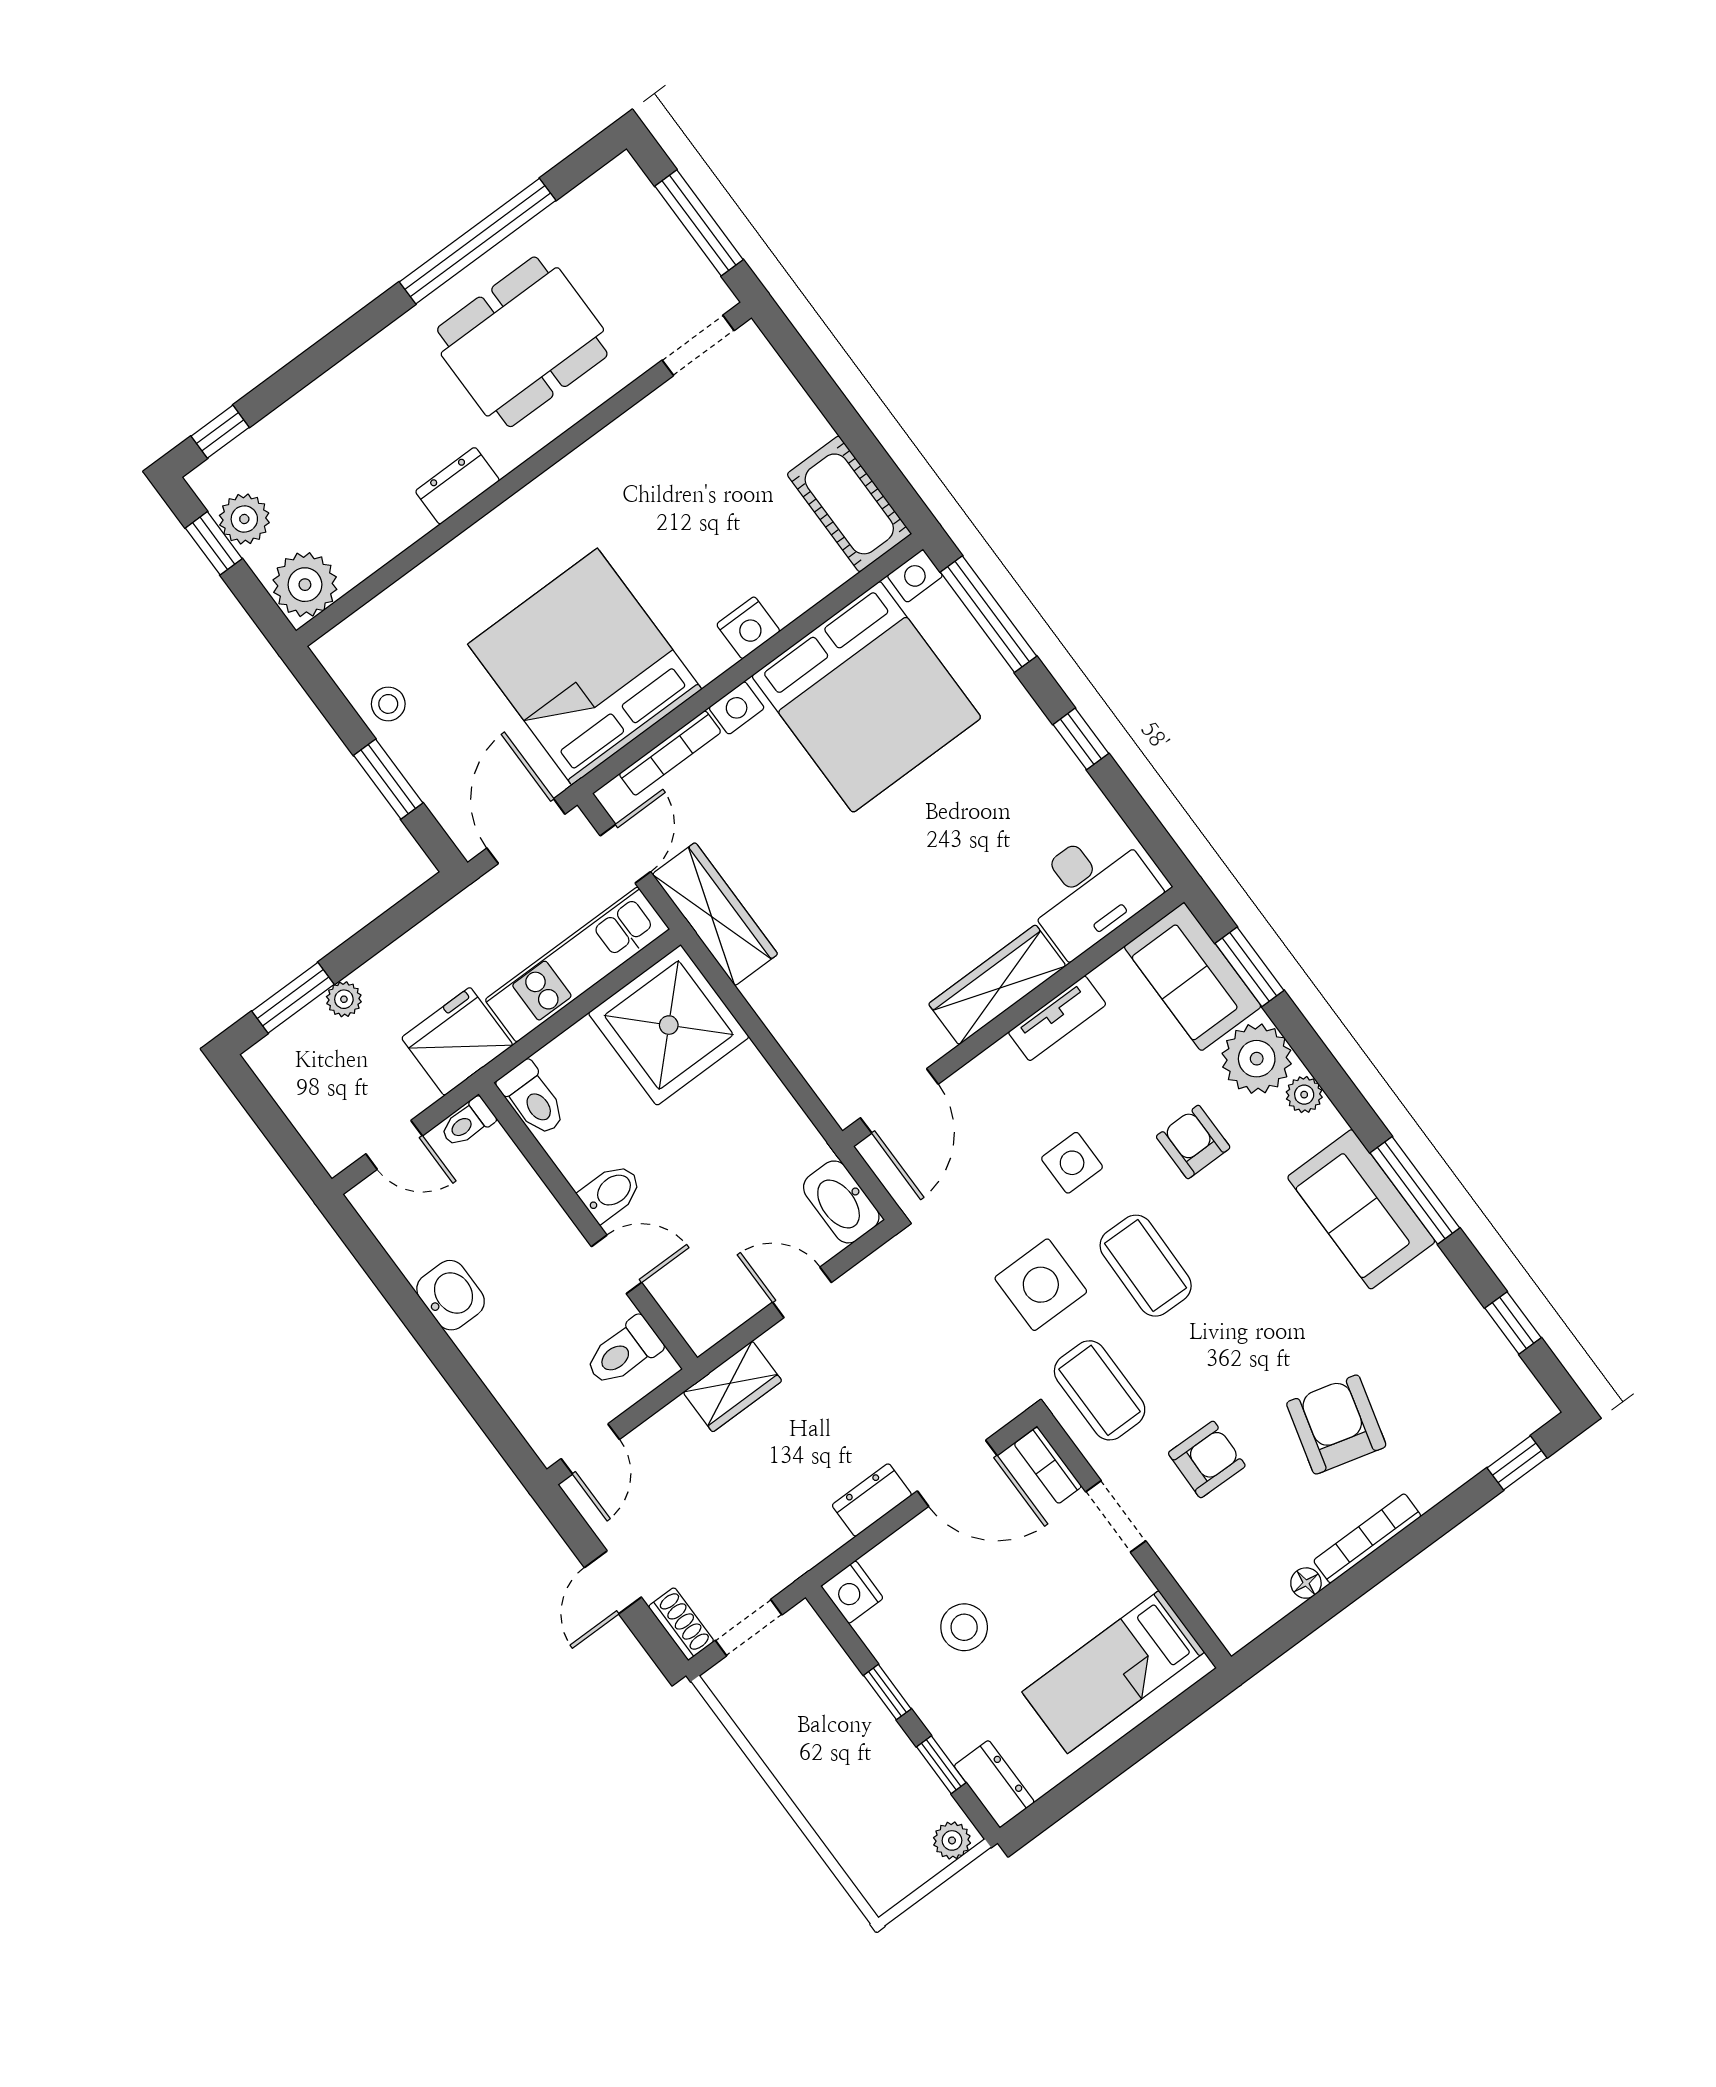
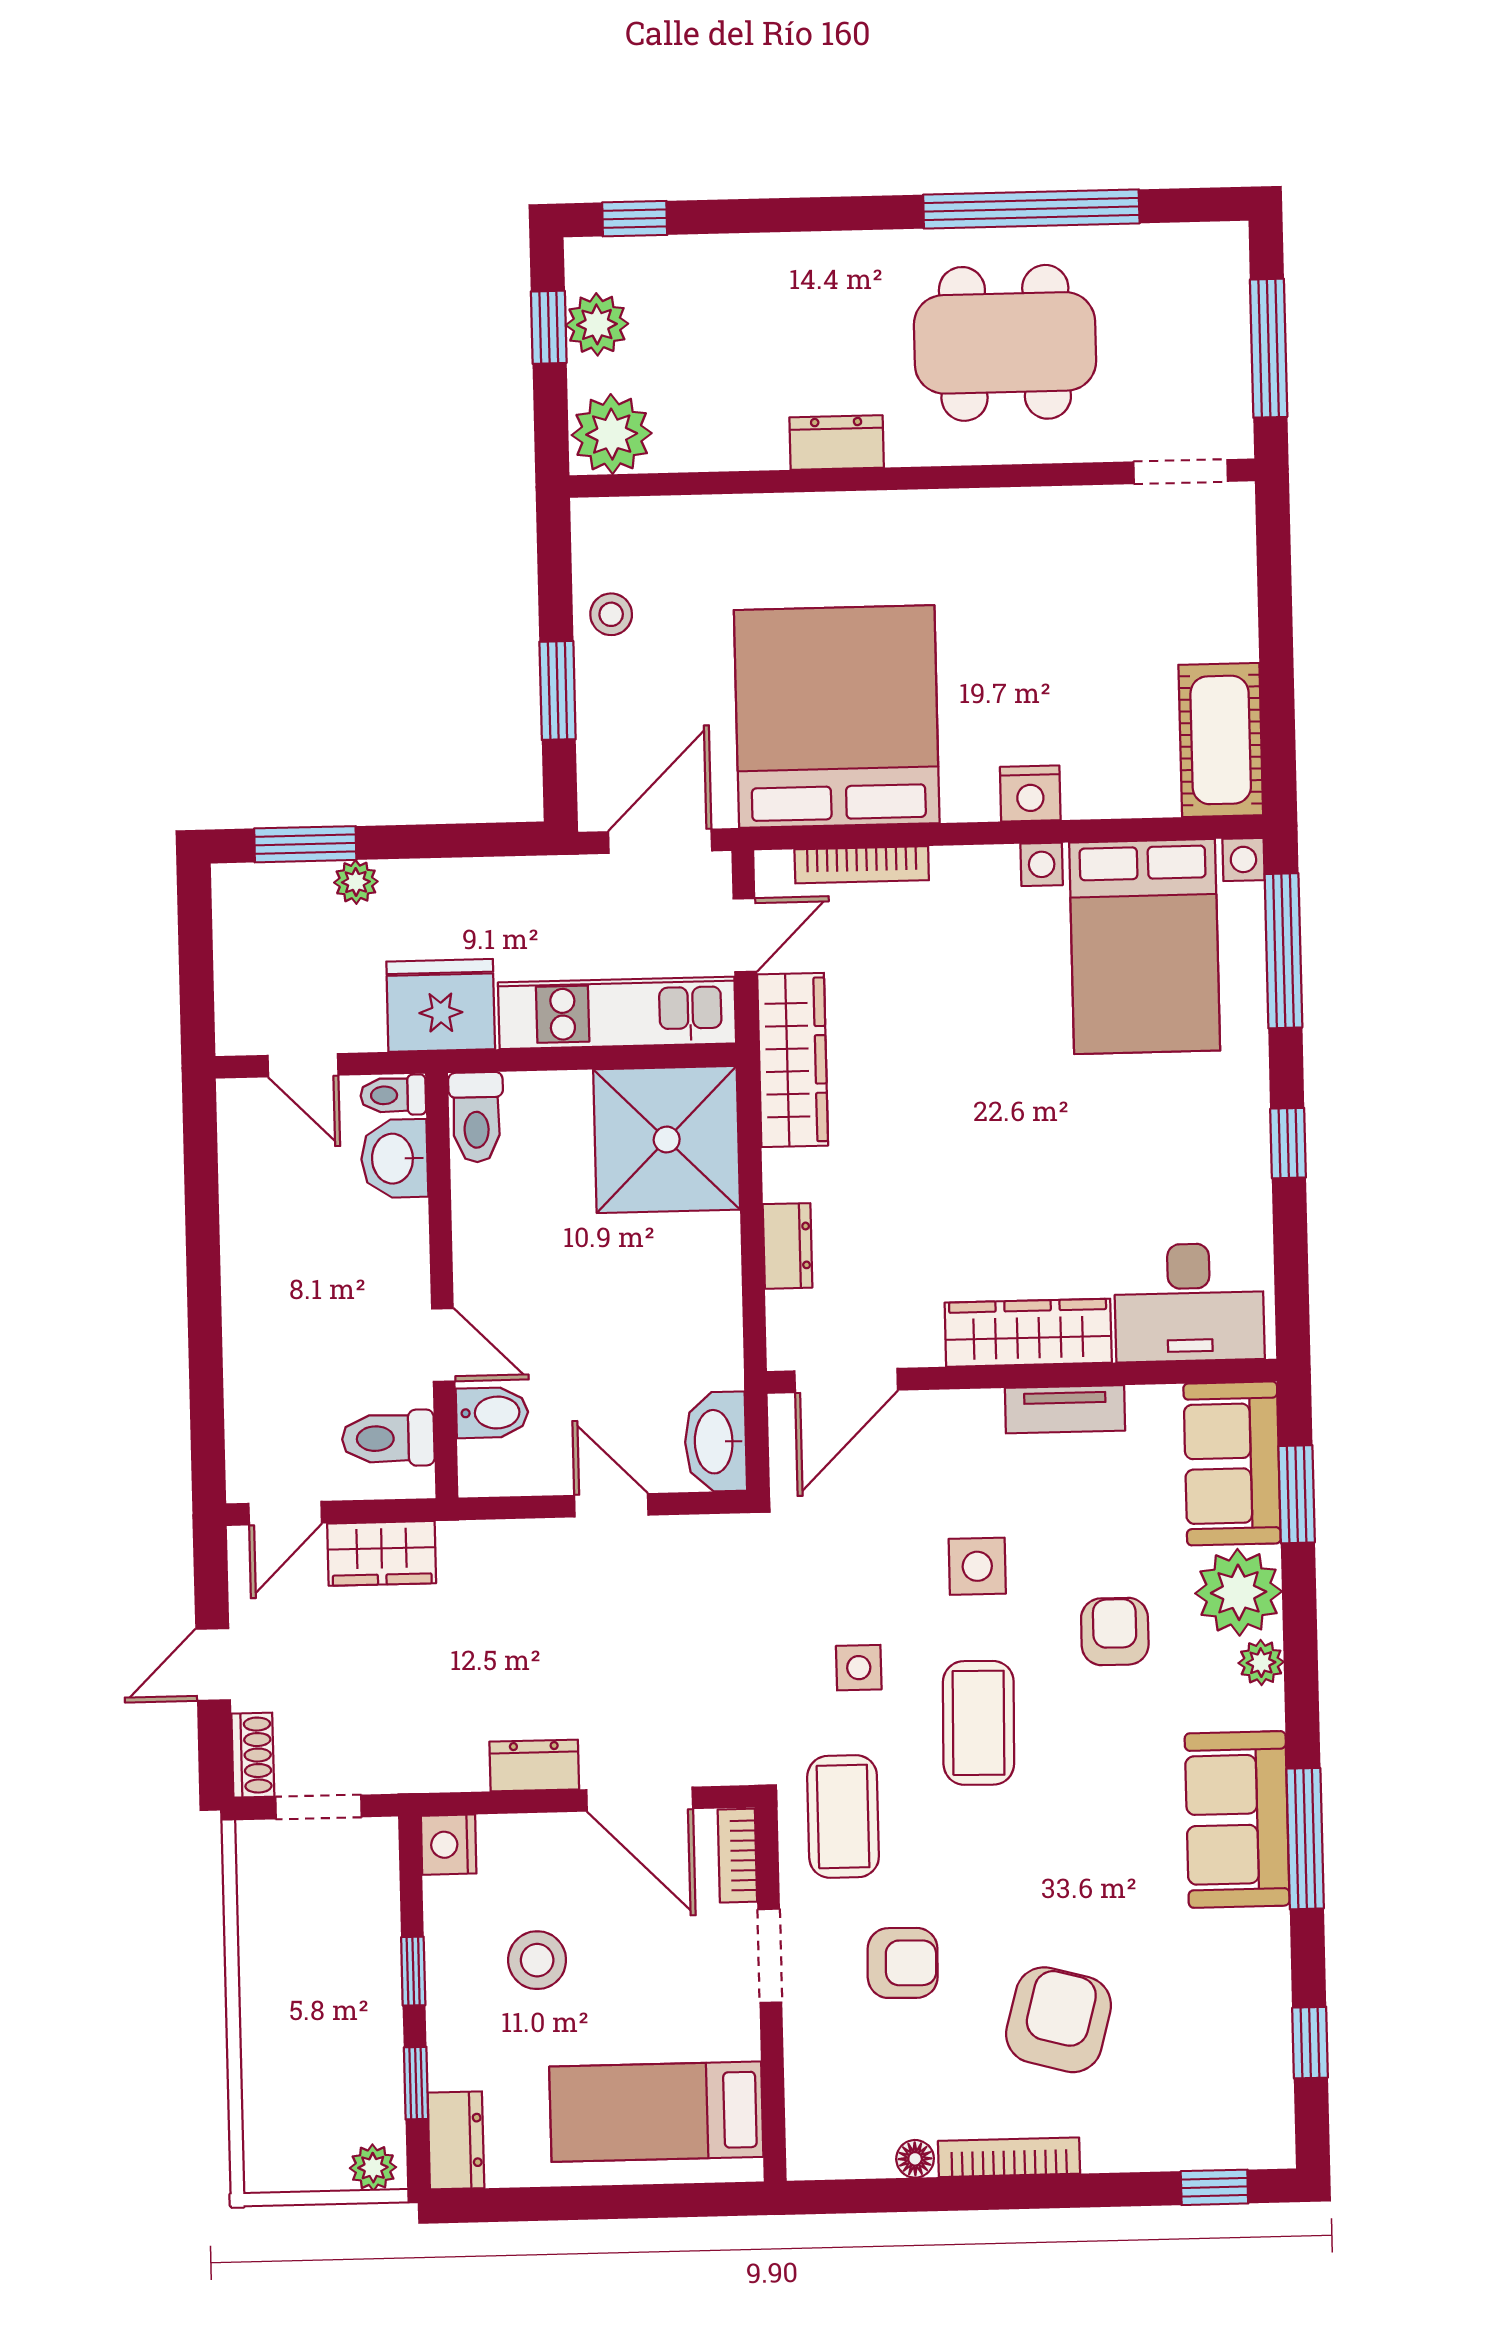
bed with nightstands: (866, 697) -> (1145, 947), width x0.73
dresser: (798, 1039) -> (788, 1246), added
bidet: (611, 1192) -> (492, 1413), moved
side table: (1041, 1285) -> (859, 1668), width x0.54, depth x0.54
washbasin: (451, 1295) -> (394, 1159), moved, turned 180
wardrobe: (732, 1386) -> (382, 1553), moved

